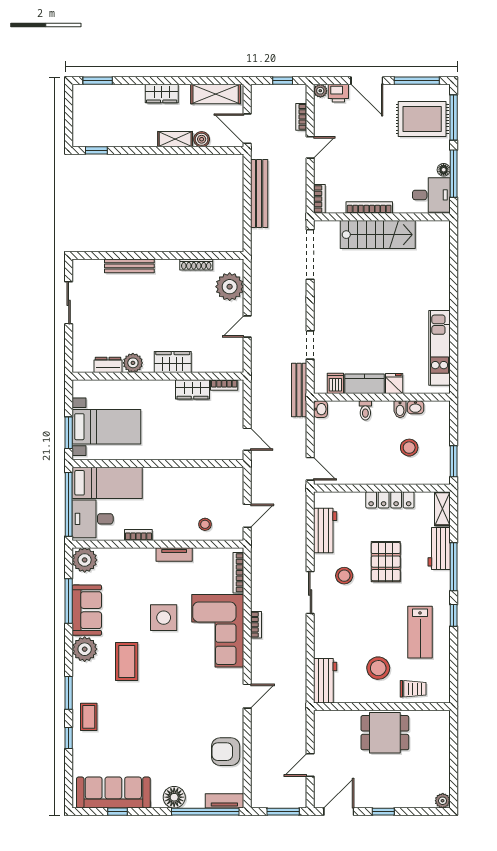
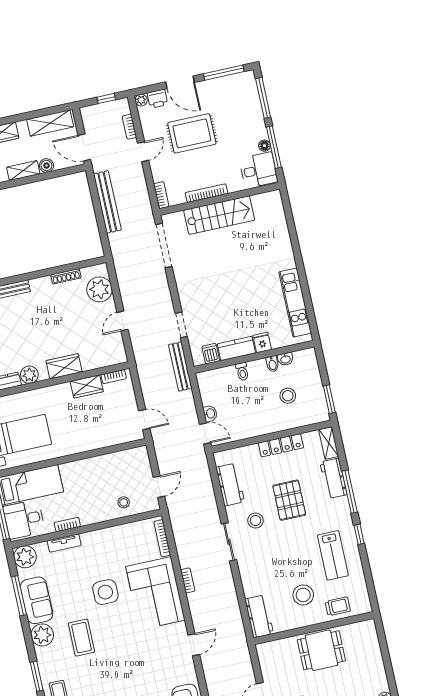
rug: (422, 119) -> (192, 133), moved
washbasin: (320, 409) -> (210, 414), moved
tv unit: (174, 554) -> (64, 543), moved

